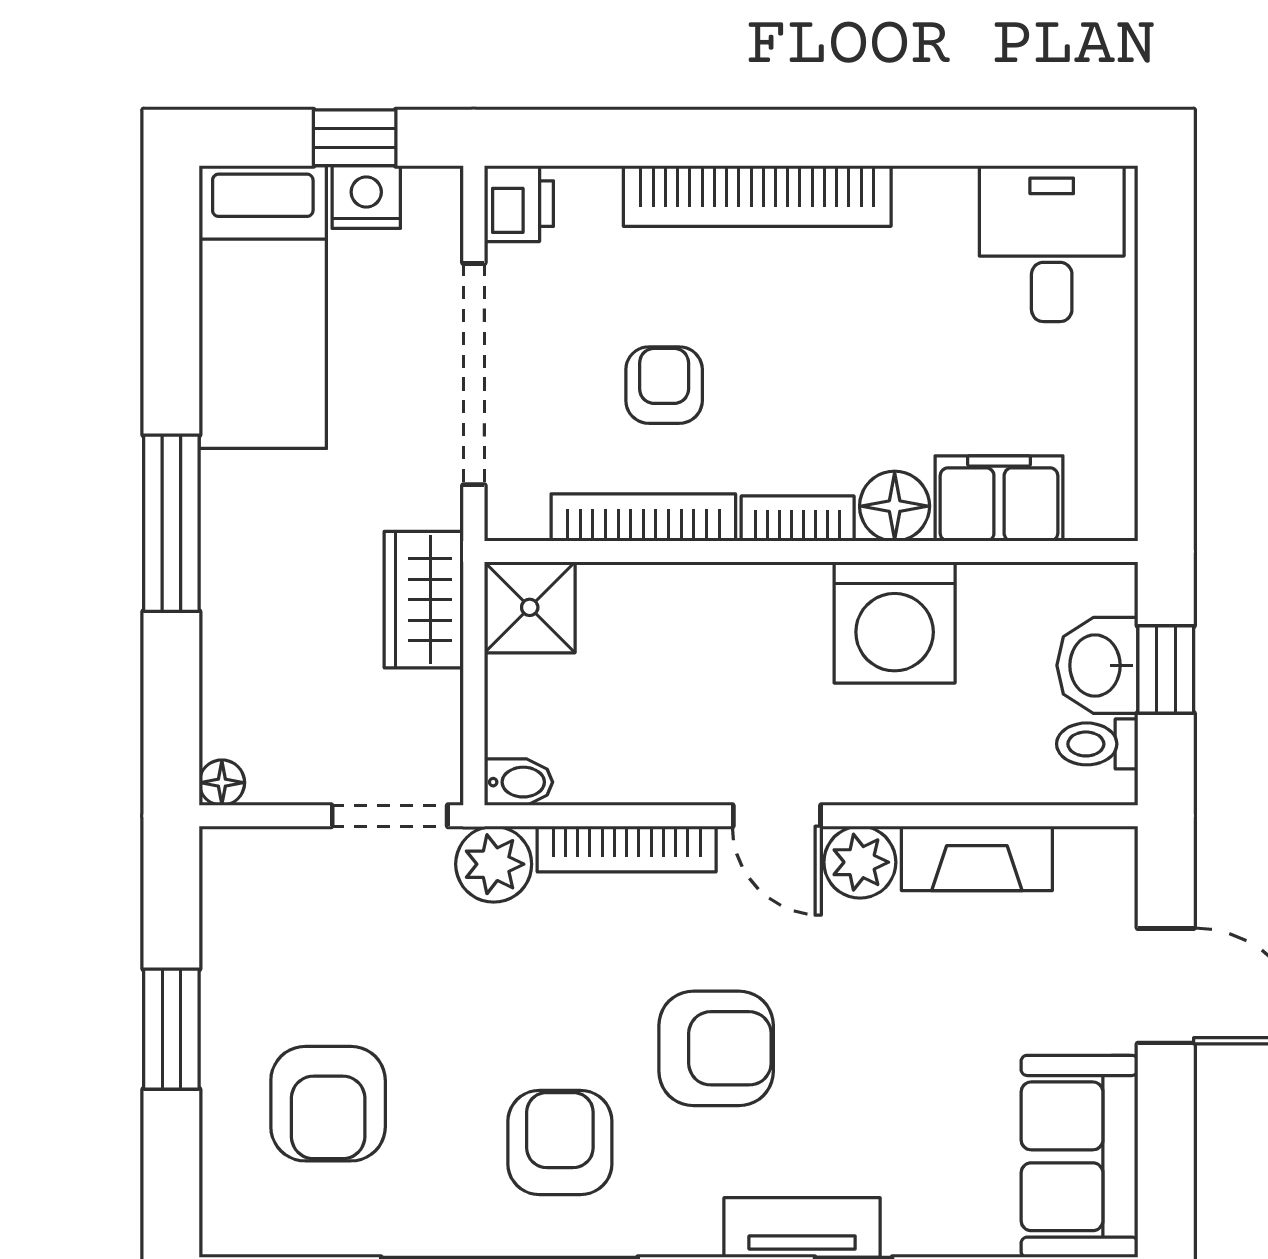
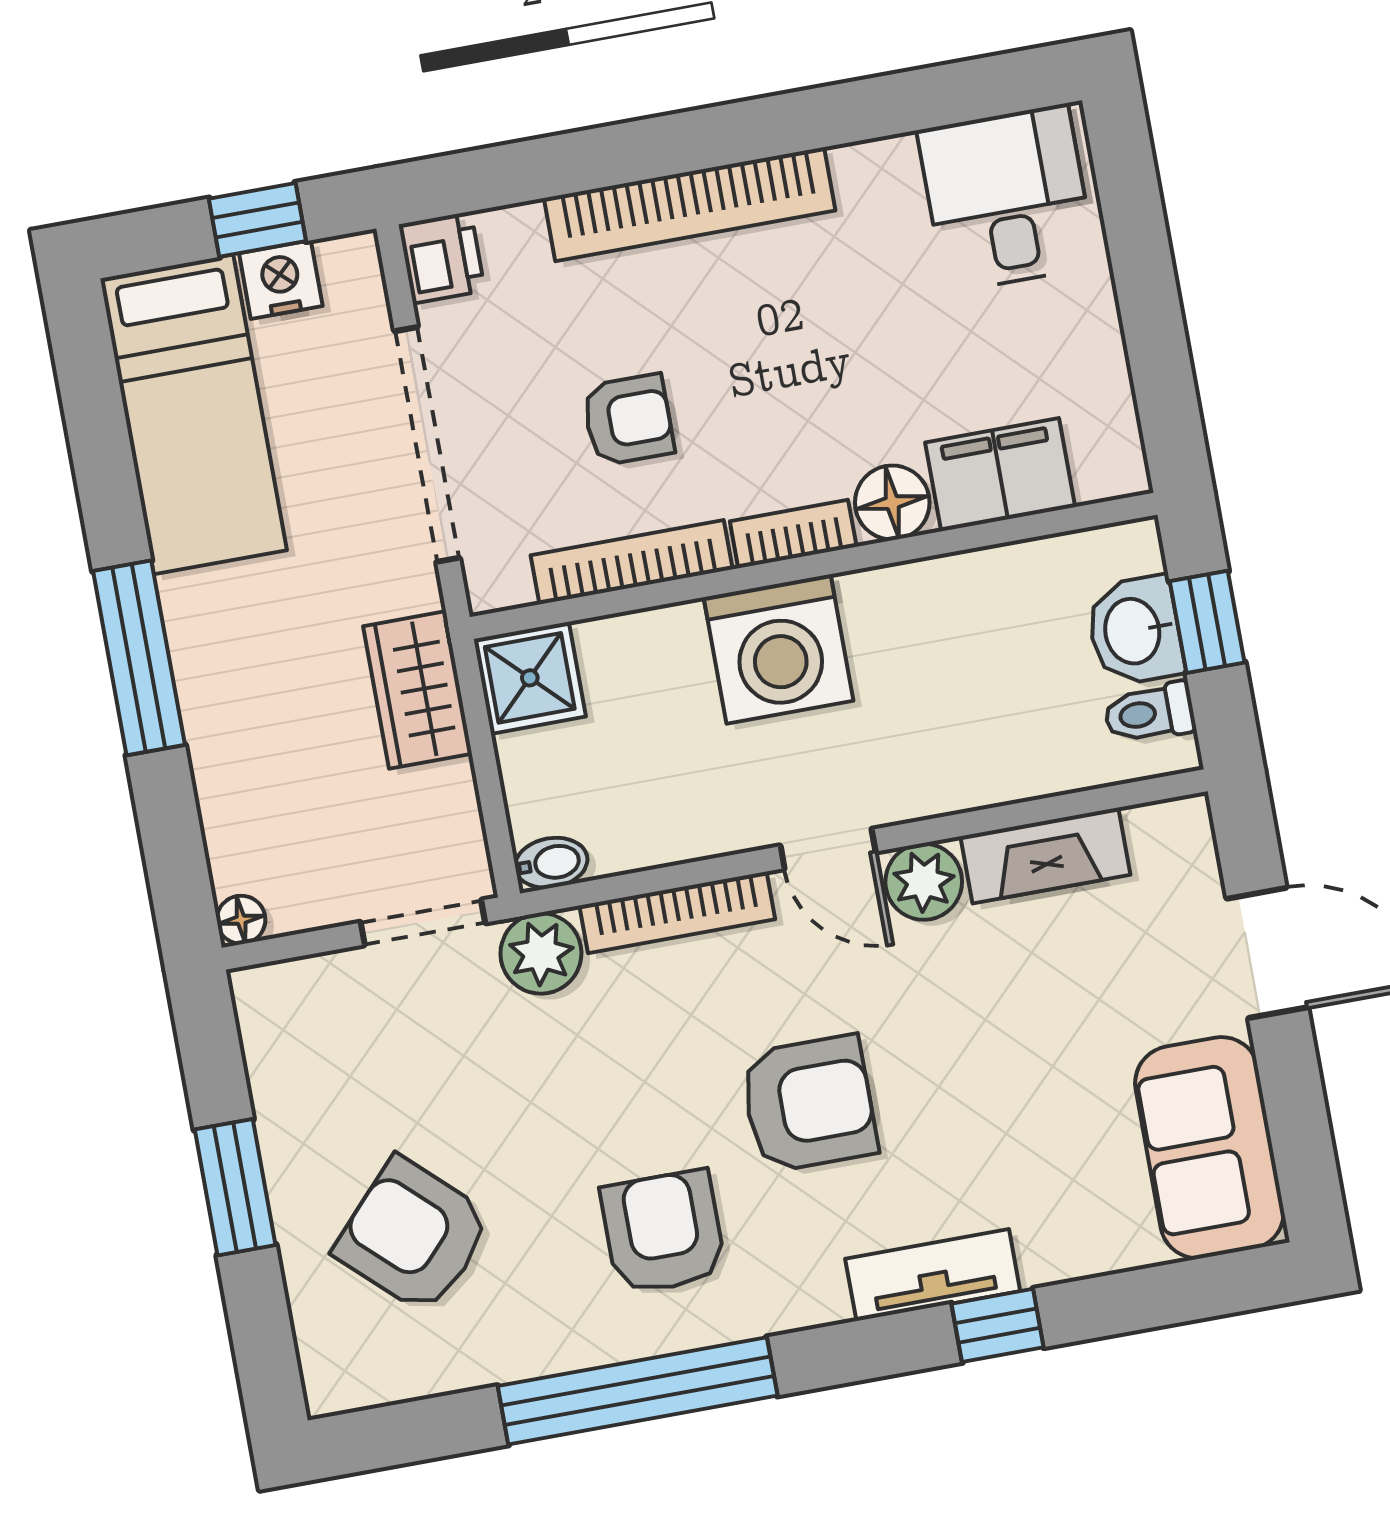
armchair: (664, 385) -> (628, 420), turned 90
washing machine: (895, 622) -> (778, 649), moved
armchair: (328, 1104) -> (413, 1235), turned 133

